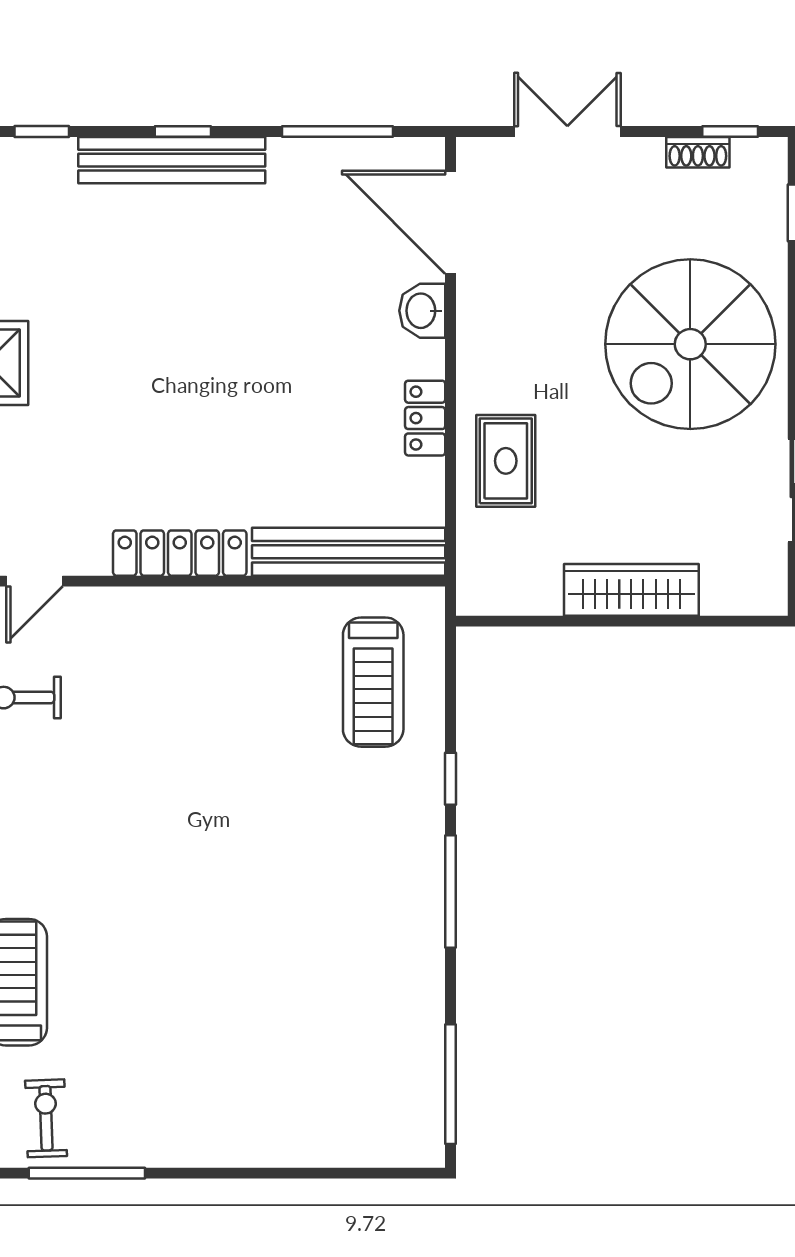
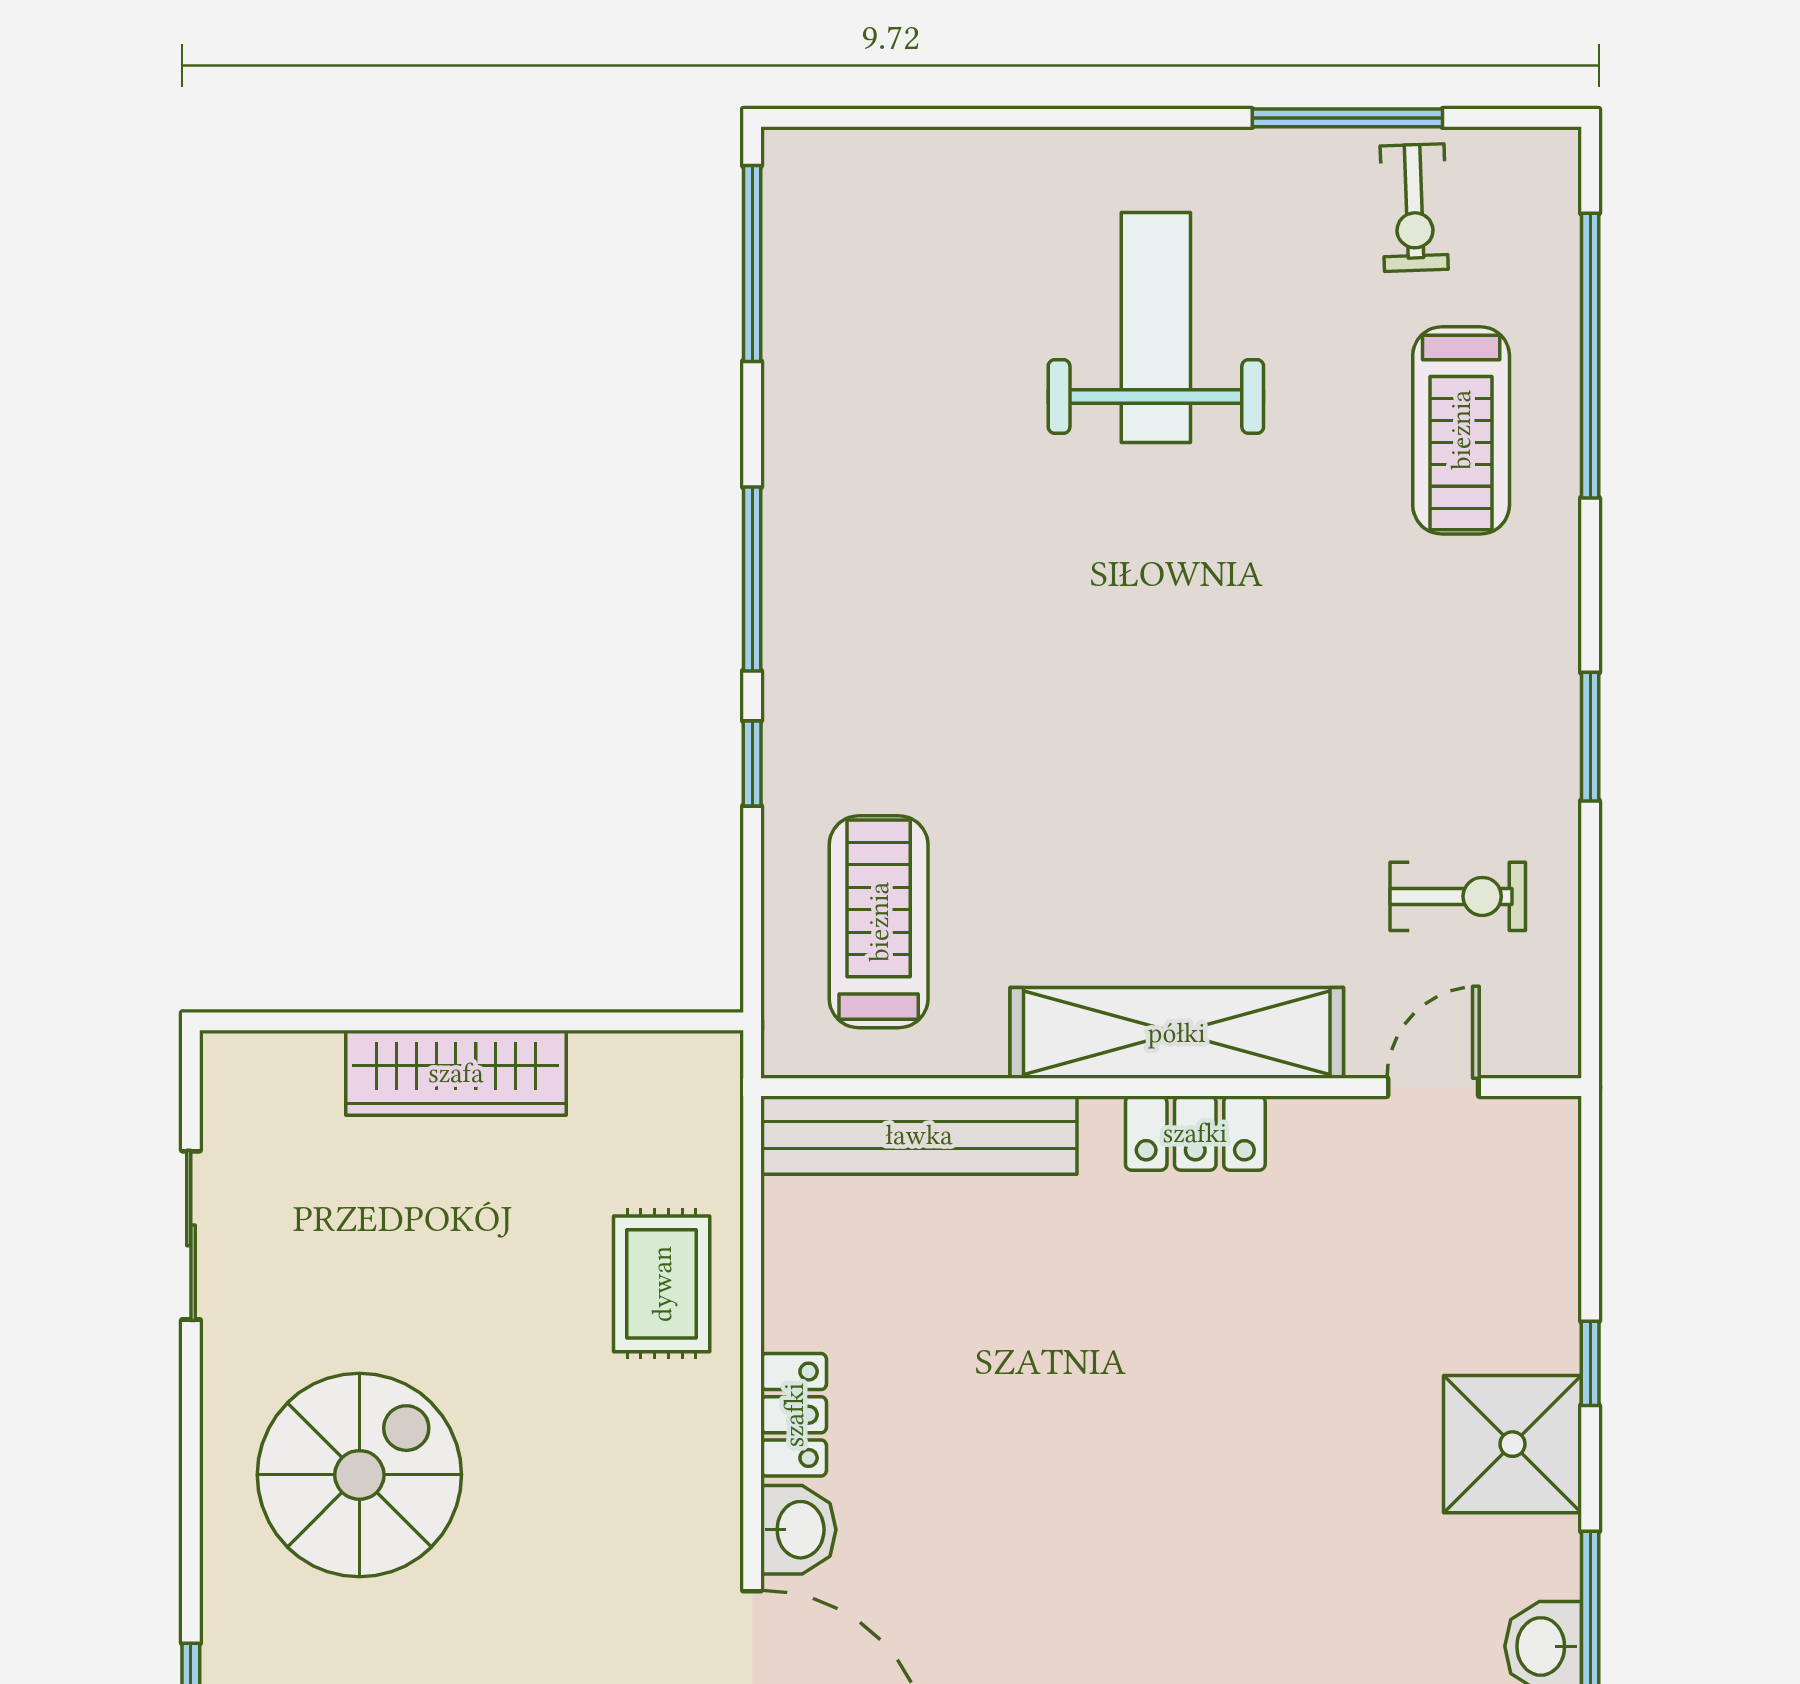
spiral stairs: (690, 344) -> (359, 1475), width x0.73, depth x0.73
locker: (425, 418) -> (794, 1415), moved
locker: (180, 553) -> (1195, 1133), width x0.66
shelving: (191, 614) -> (1177, 1033), added
weight bench: (204, 1045) -> (1156, 327), added

